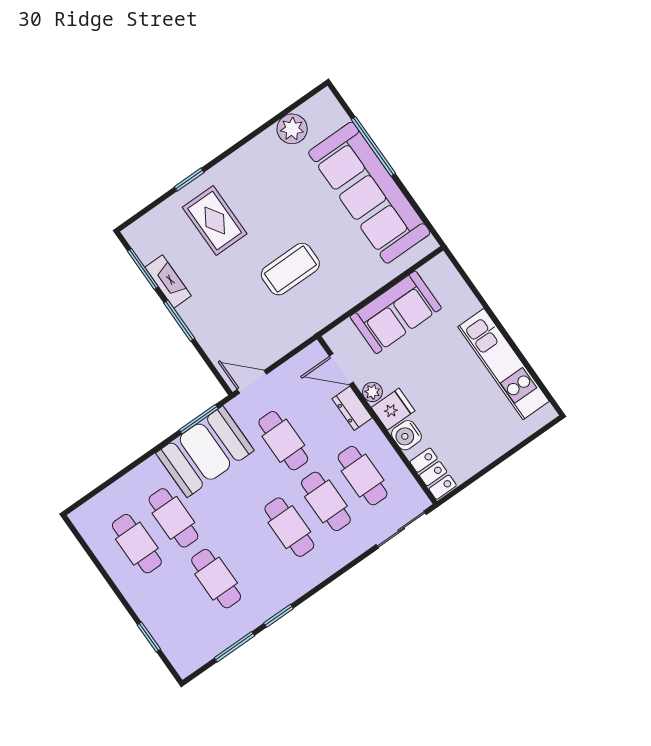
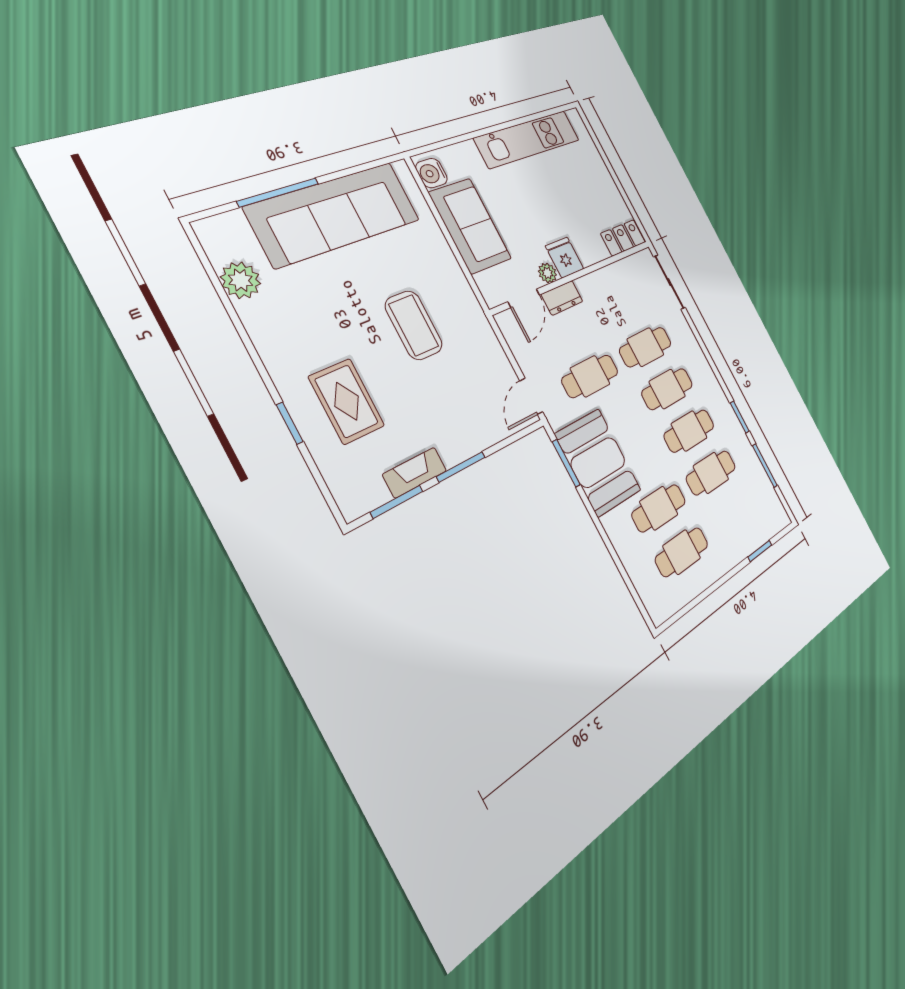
rug: (215, 221) -> (347, 401), turned 90
water cooler: (406, 435) -> (432, 173), moved, turned 90
cafe table: (363, 476) -> (689, 431), moved

